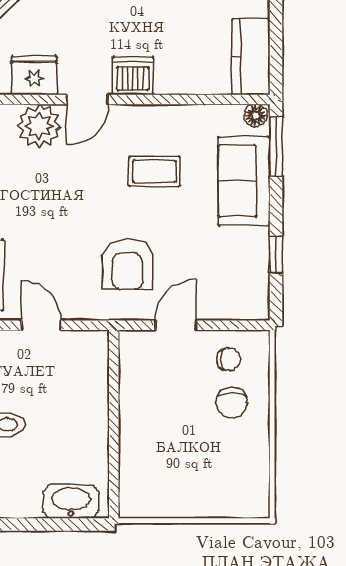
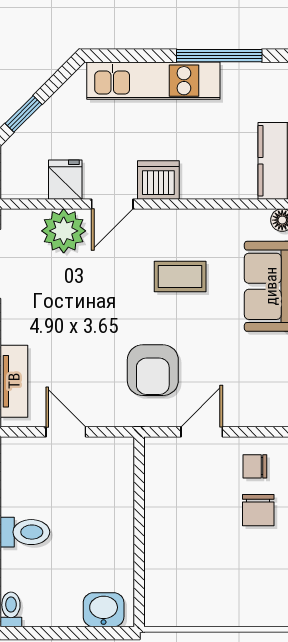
fridge: (34, 75) -> (65, 180), width x0.72
chair: (228, 359) -> (255, 466), turned 180
washbasin: (71, 501) -> (104, 610), width x0.72

